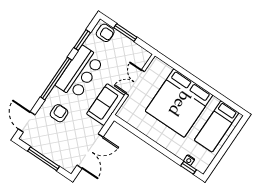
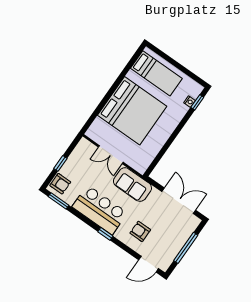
armchair: (105, 33) -> (60, 184), turned 90
window: (125, 33) -> (60, 163), width x0.67
window: (82, 40) -> (59, 201), moved
window: (56, 79) -> (105, 234), width x0.32

